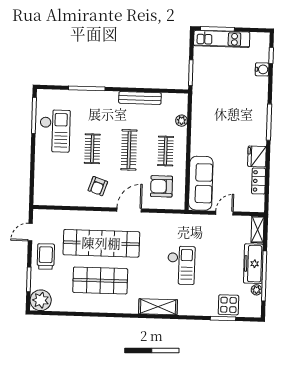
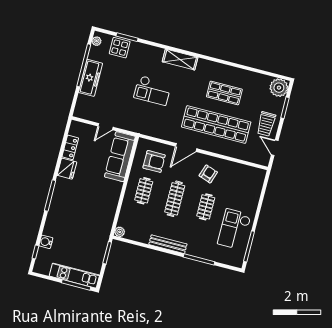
bench: (140, 98) -> (168, 244), moved
plant: (182, 121) -> (120, 232), moved
shelving: (258, 230) -> (80, 106), removed
door: (30, 232) -> (275, 148), swing flipped
checkout: (181, 265) -> (152, 90), turned -90
shop shelf: (100, 281) -> (224, 93), width x0.70, depth x0.74
plant: (256, 290) -> (97, 41), moved

